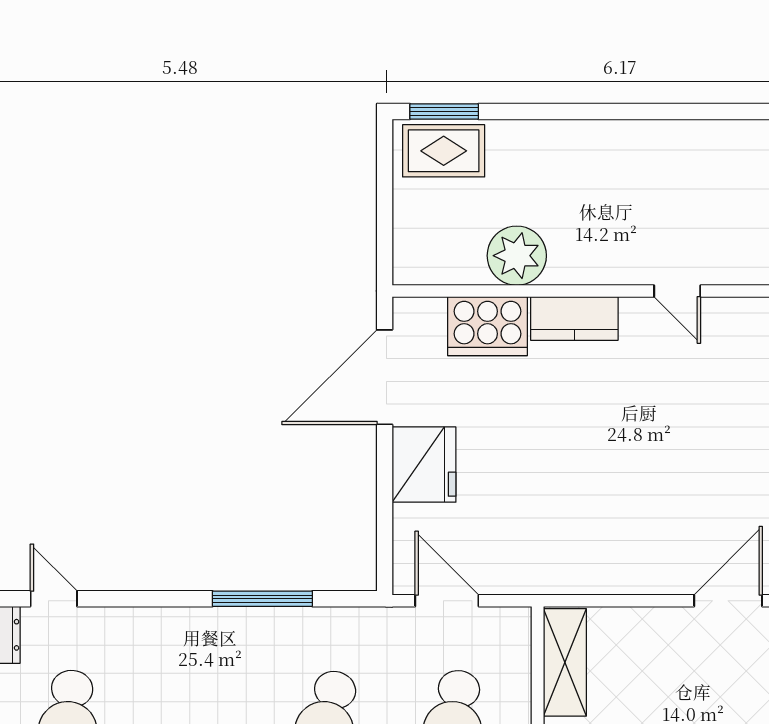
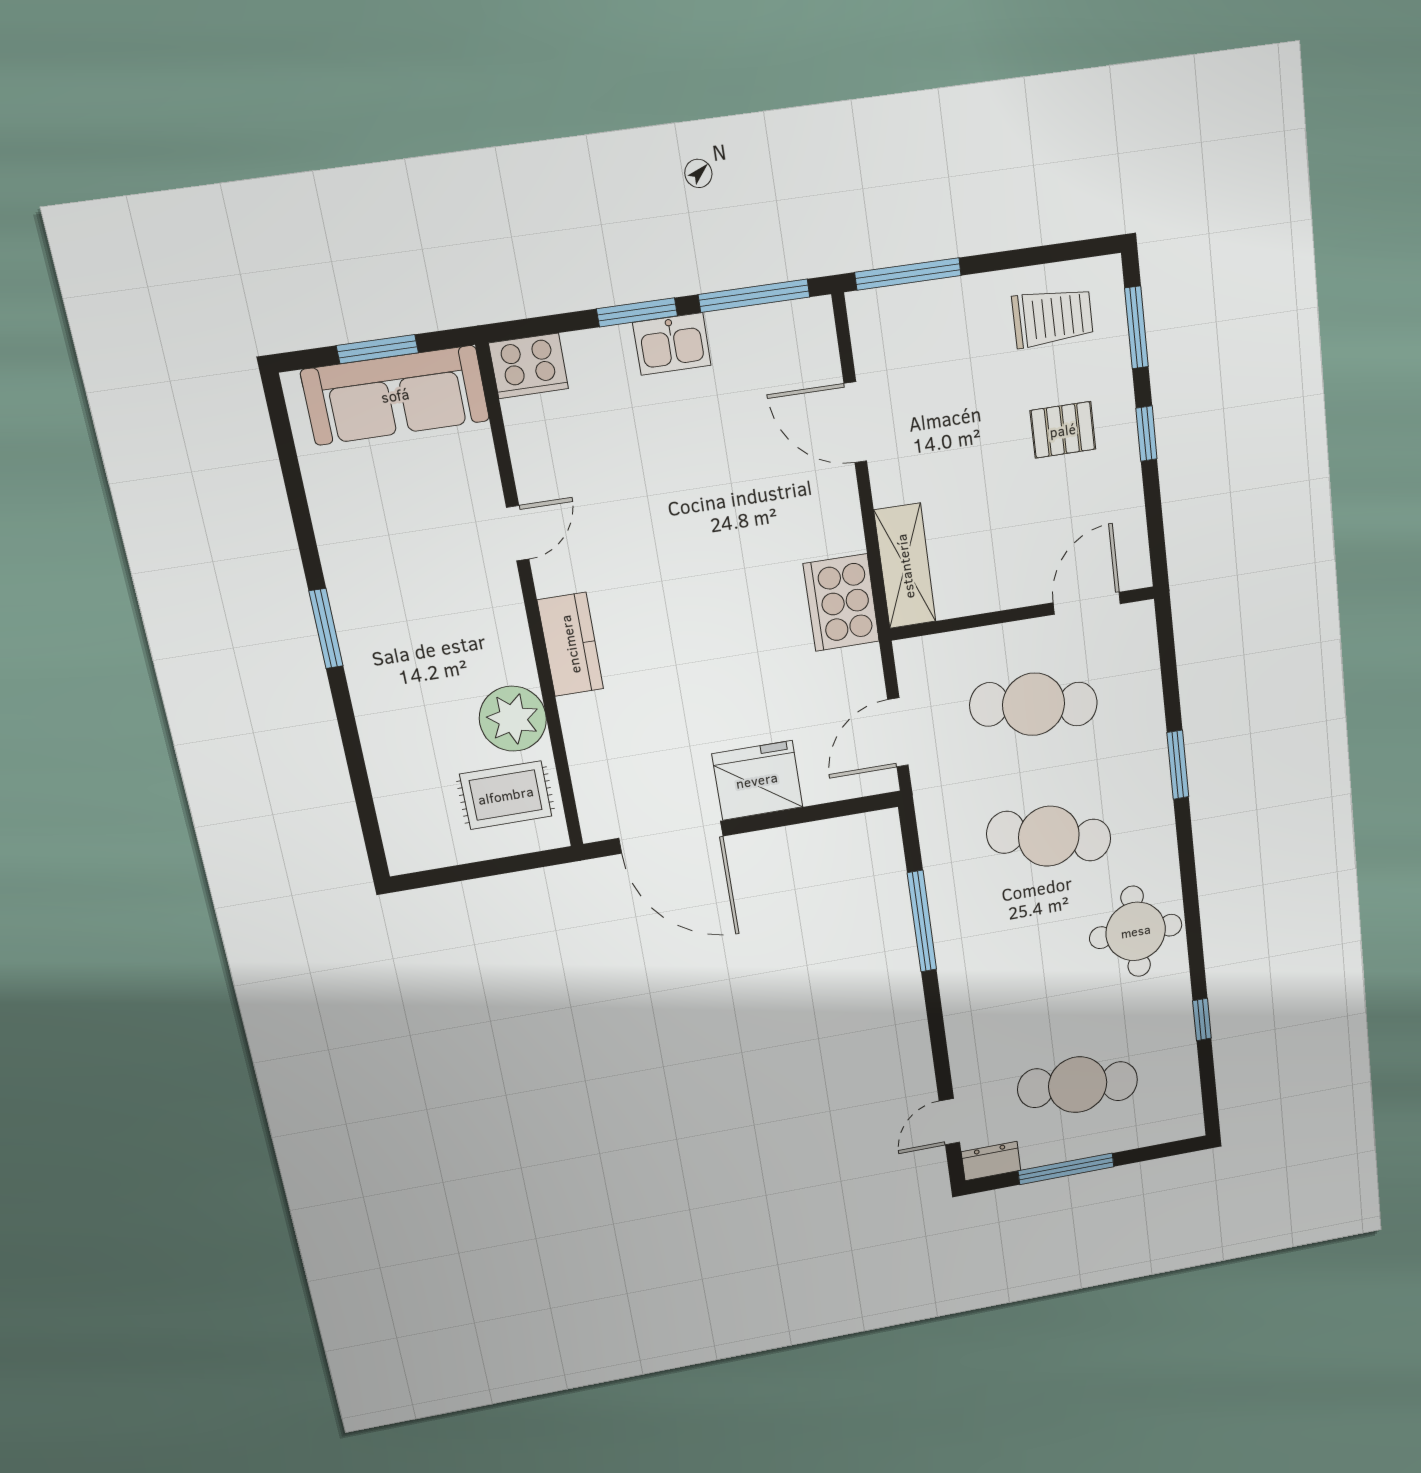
window: (444, 111) -> (326, 628), moved
rug: (444, 151) -> (506, 795), moved, turned 90
cooker: (488, 326) -> (841, 603), moved, turned 180
shelving: (565, 662) -> (905, 566), moved, turned 90

